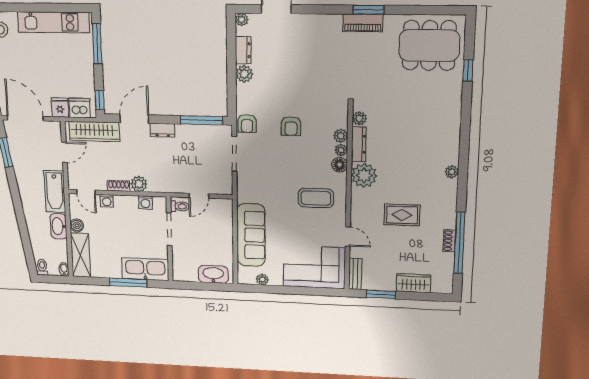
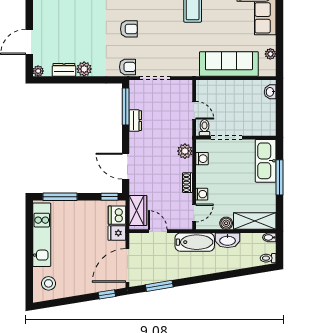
dresser: (163, 130) -> (135, 121), moved
wardrobe: (94, 131) -> (138, 210), width x0.67
plant: (139, 184) -> (185, 151), moved
washbasin: (213, 274) -> (270, 92), width x0.52, depth x0.69

